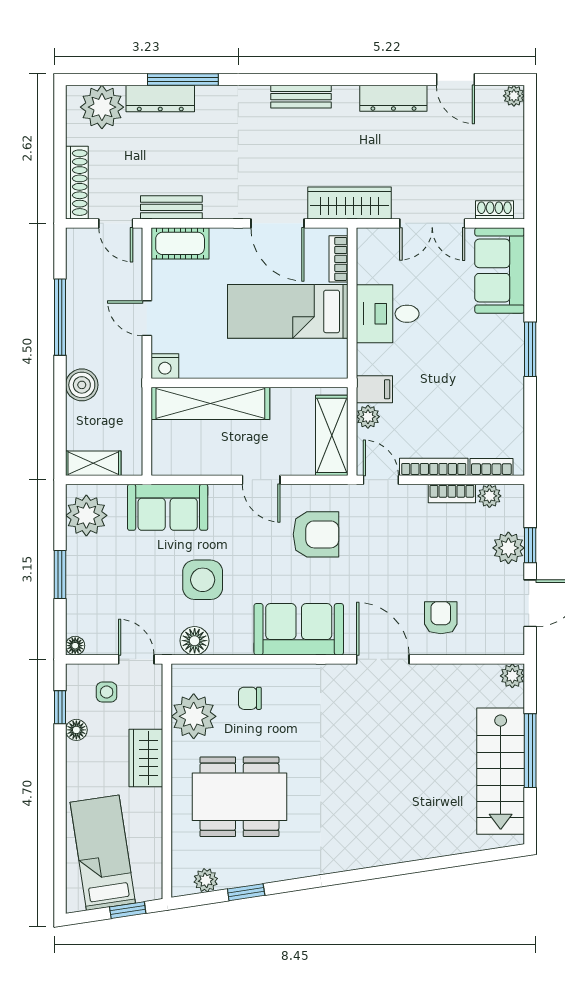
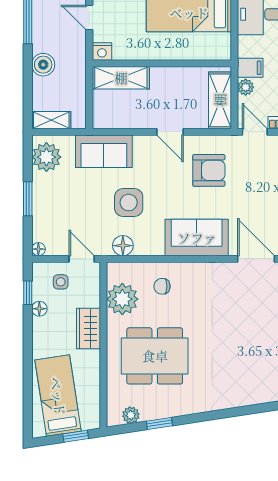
shelving: (210, 403) -> (121, 78), width x0.68

